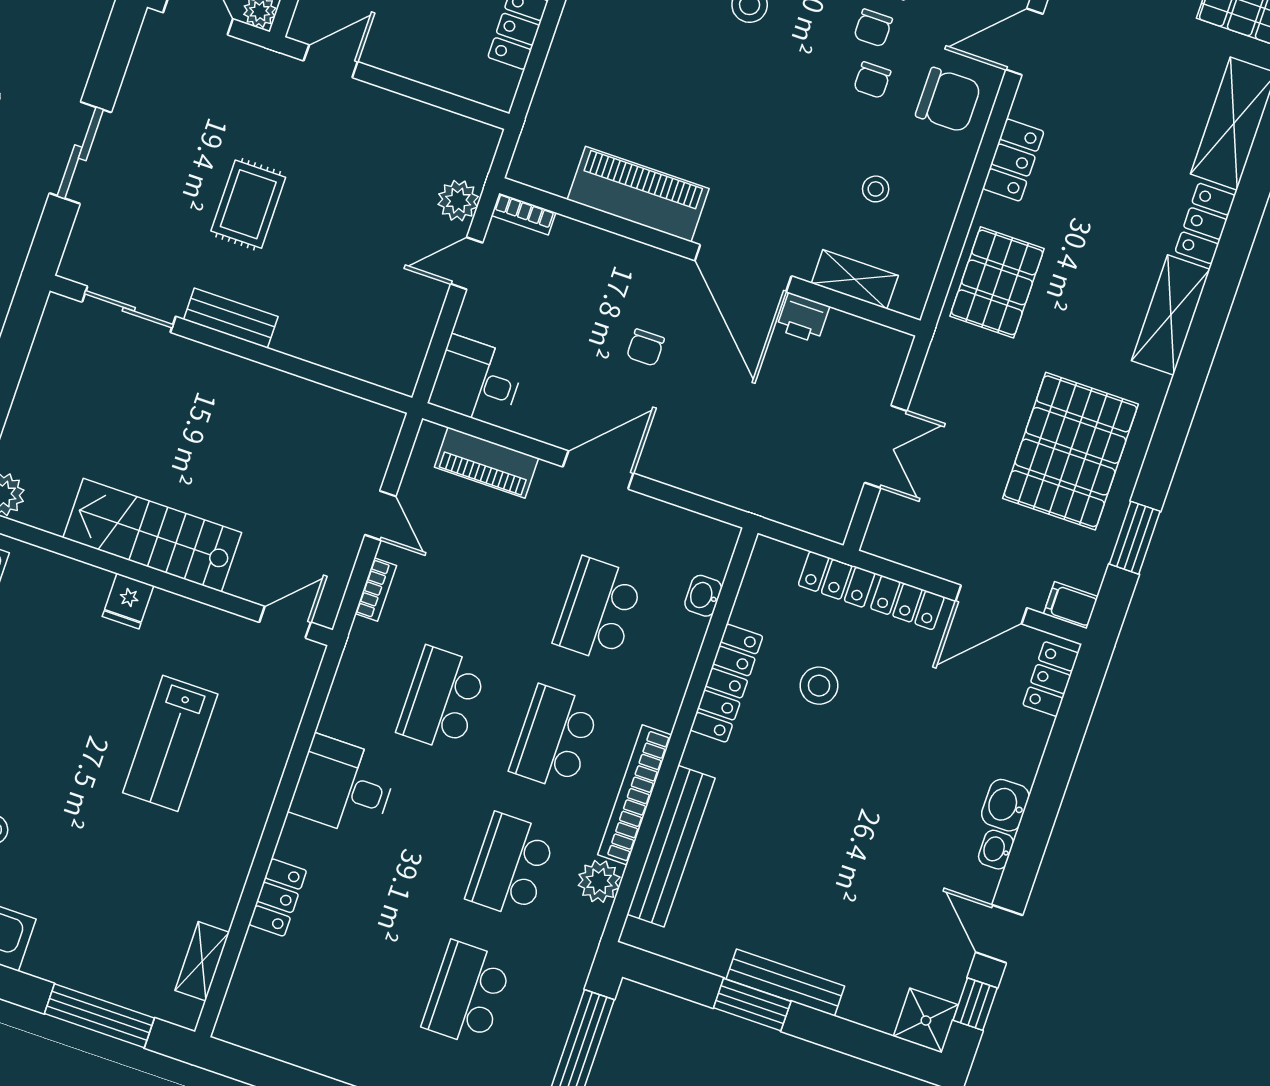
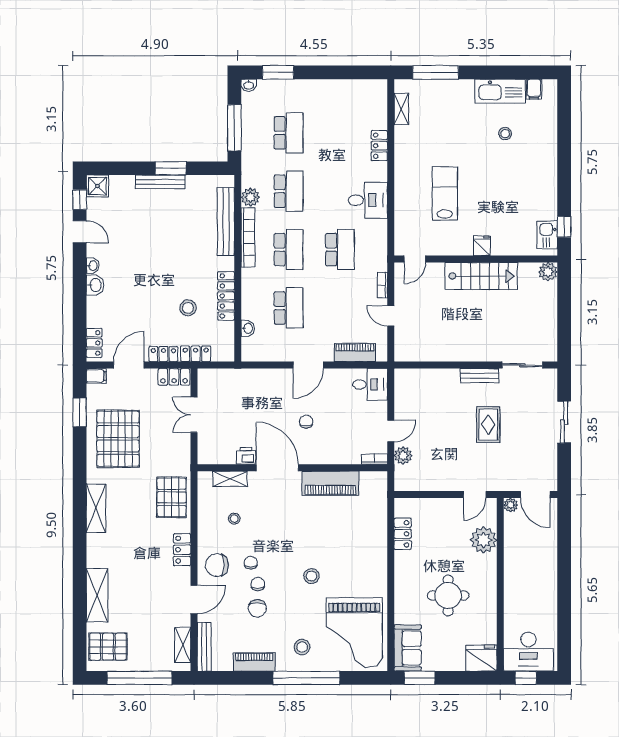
locker: (1205, 223) -> (174, 377), moved, turned 90

